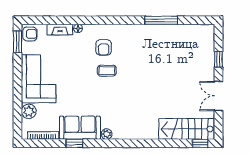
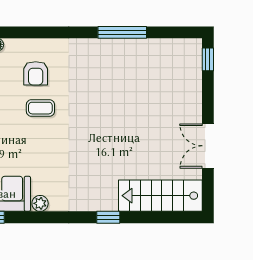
window: (218, 59) -> (208, 59), moved
window: (200, 143) -> (108, 217), moved

